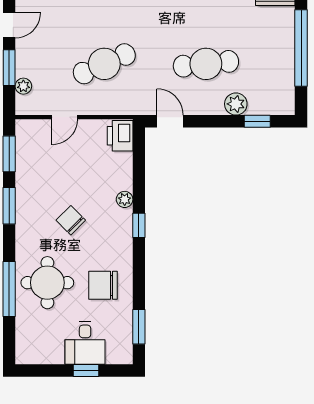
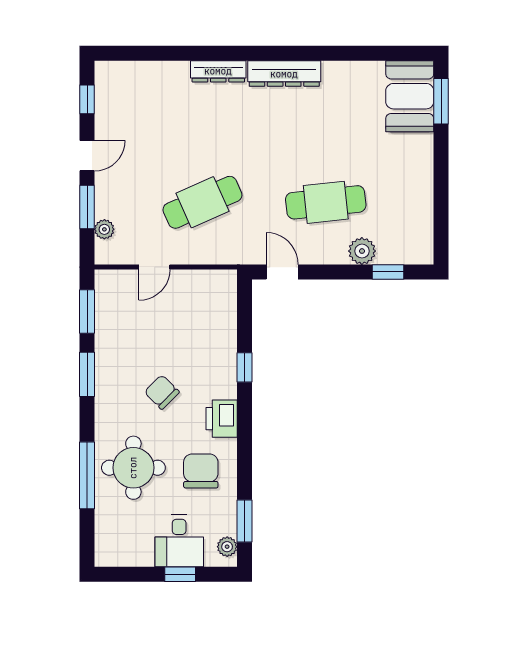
window: (301, 48) -> (441, 183), removed
printer: (120, 136) -> (222, 419), moved
plant: (125, 199) -> (227, 547), moved
window: (139, 225) -> (244, 367), moved
chair: (103, 285) -> (201, 471), turned 90

